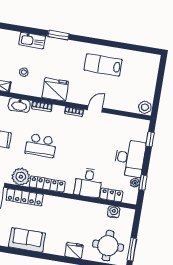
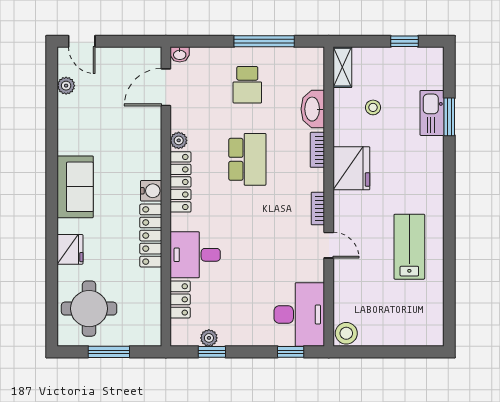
window: (58, 35) -> (449, 117), moved
school desk: (41, 146) -> (247, 159), turned 180
desk: (130, 158) -> (299, 315), moved, turned -90
plant: (21, 177) -> (179, 140), width x0.53, depth x0.53
locker: (25, 197) -> (151, 236), moved
water cooler: (114, 212) -> (151, 191), moved
sofa: (27, 240) -> (75, 187), moved
window: (132, 249) -> (109, 352), moved

